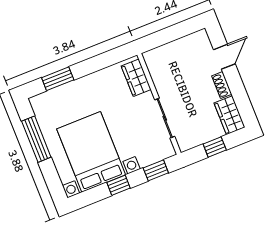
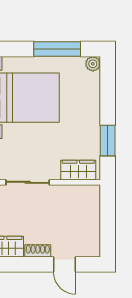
window: (58, 79) -> (108, 141), moved
plant: (37, 102) -> (93, 64), added

